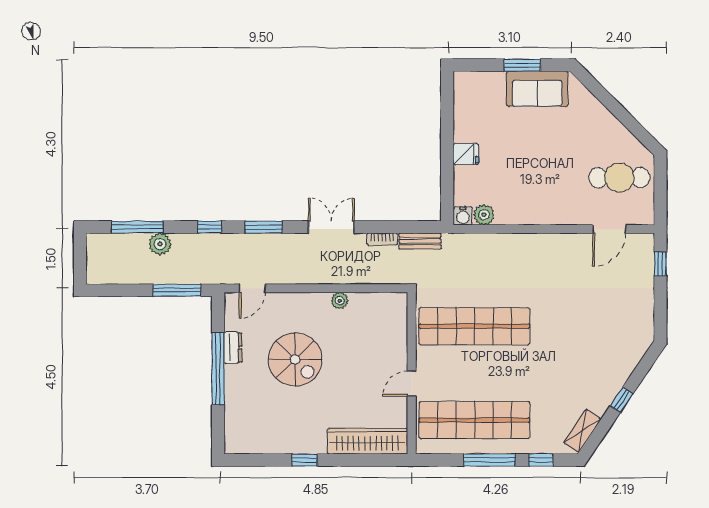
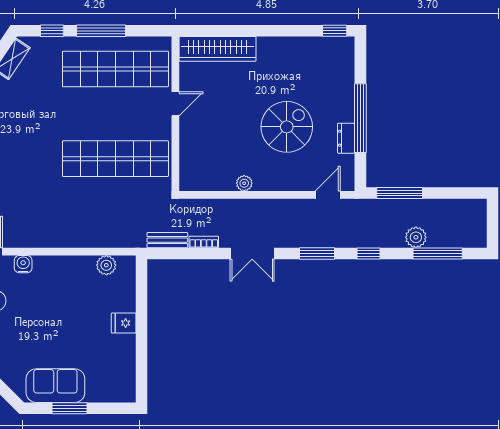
water cooler: (463, 216) -> (23, 264), moved
spiral stairs: (295, 359) -> (287, 127), turned 90
window: (305, 460) -> (335, 31), moved

